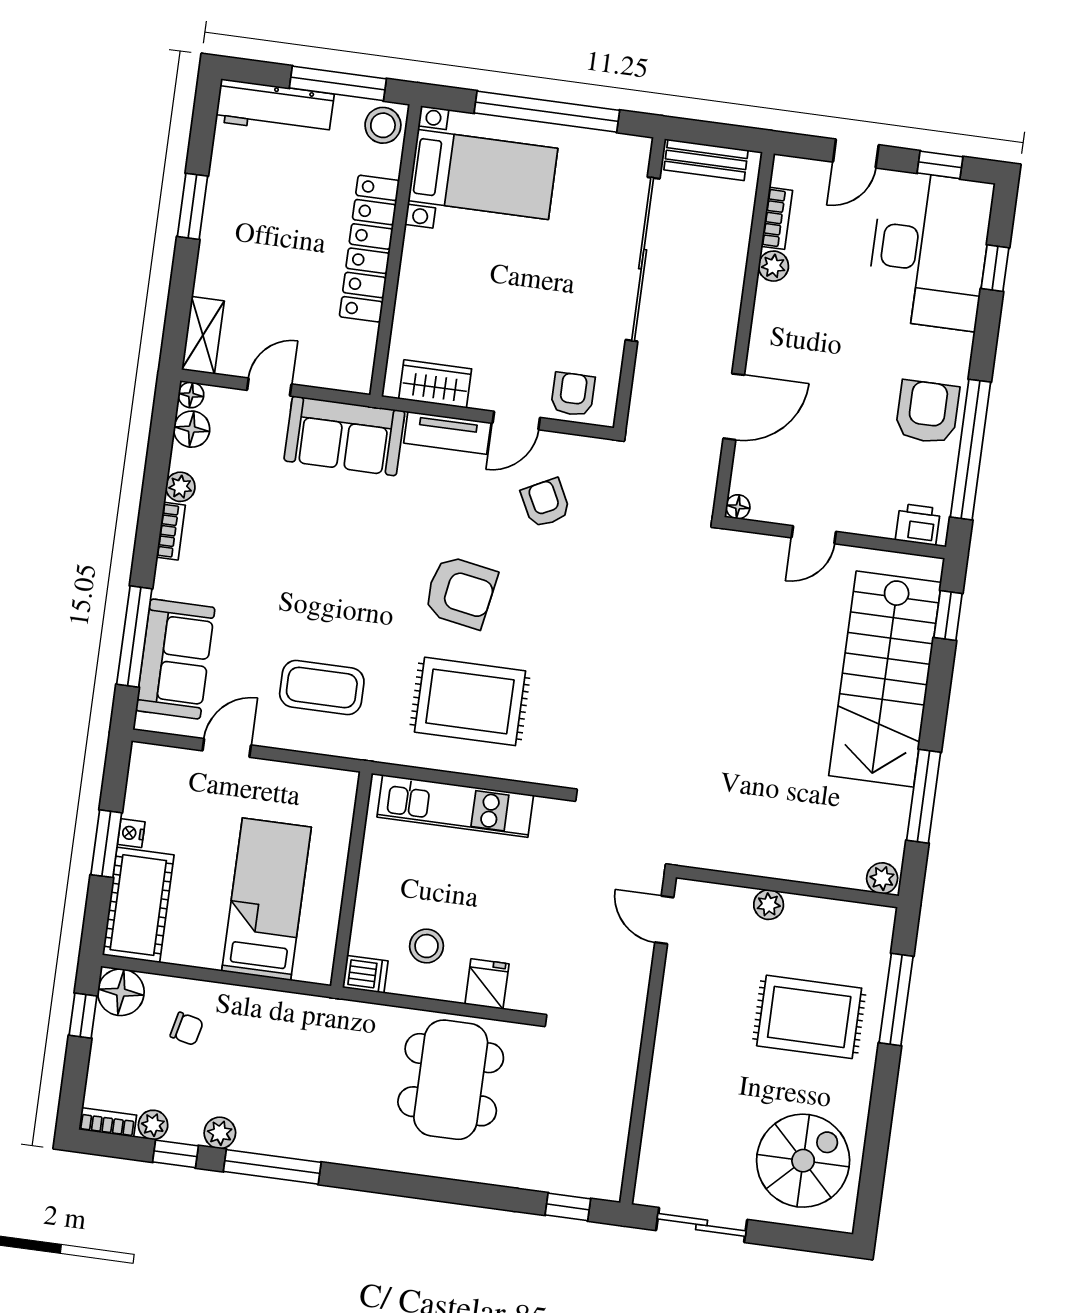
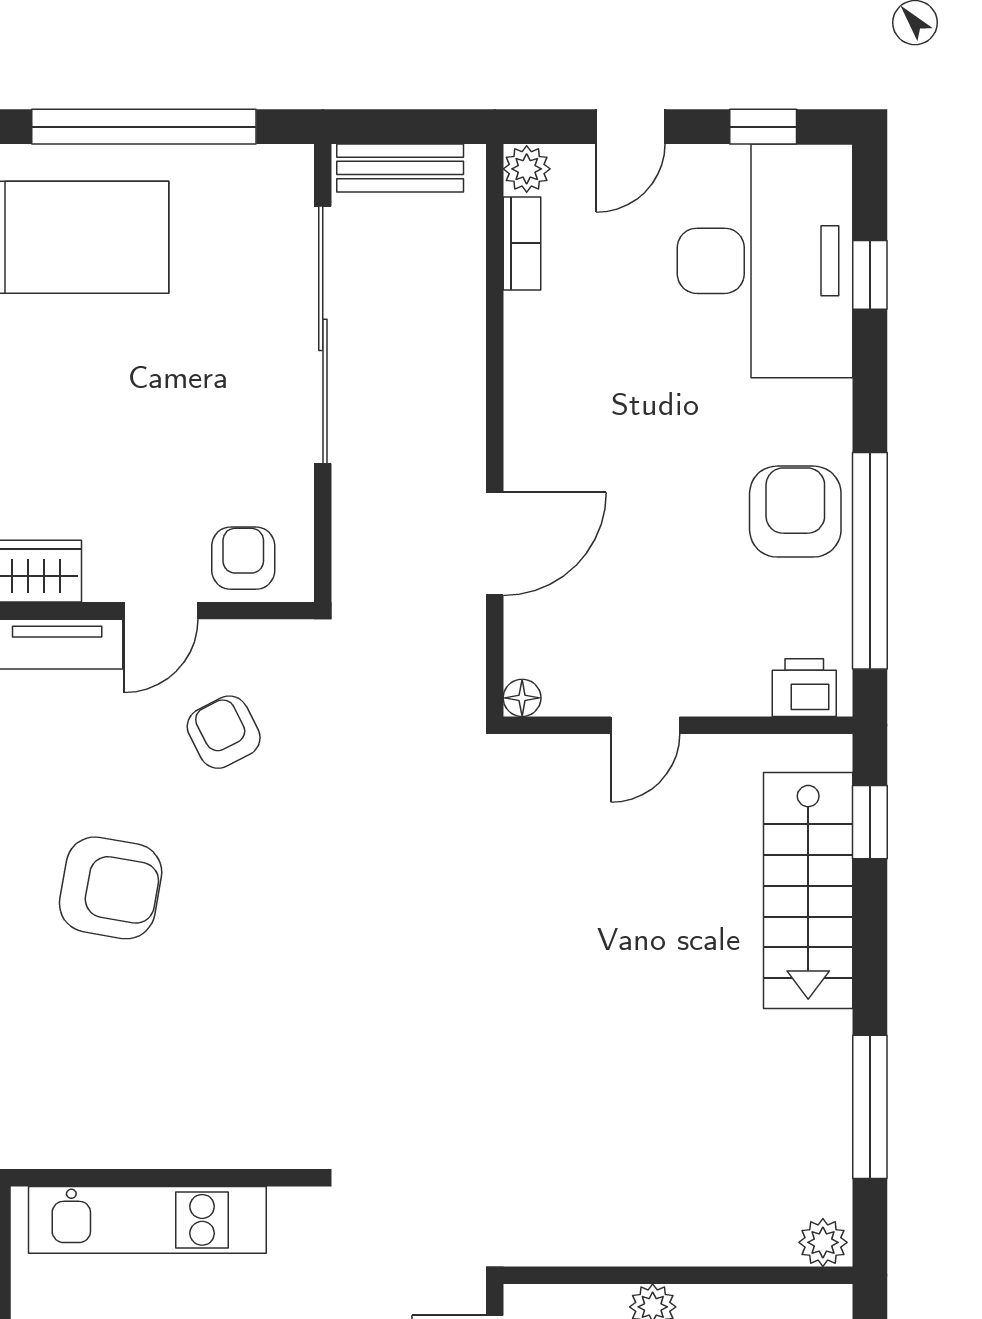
plant: (773, 266) -> (527, 169), moved
stairs: (885, 679) -> (808, 891), width x0.73, depth x0.66
rug: (470, 701) -> (148, 1055), removed

